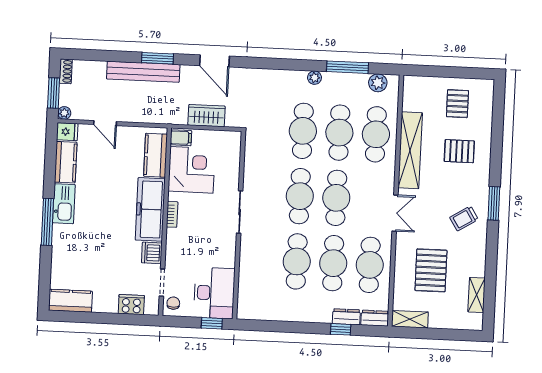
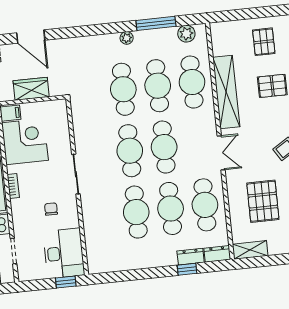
chair: (173, 303) -> (51, 209), moved

